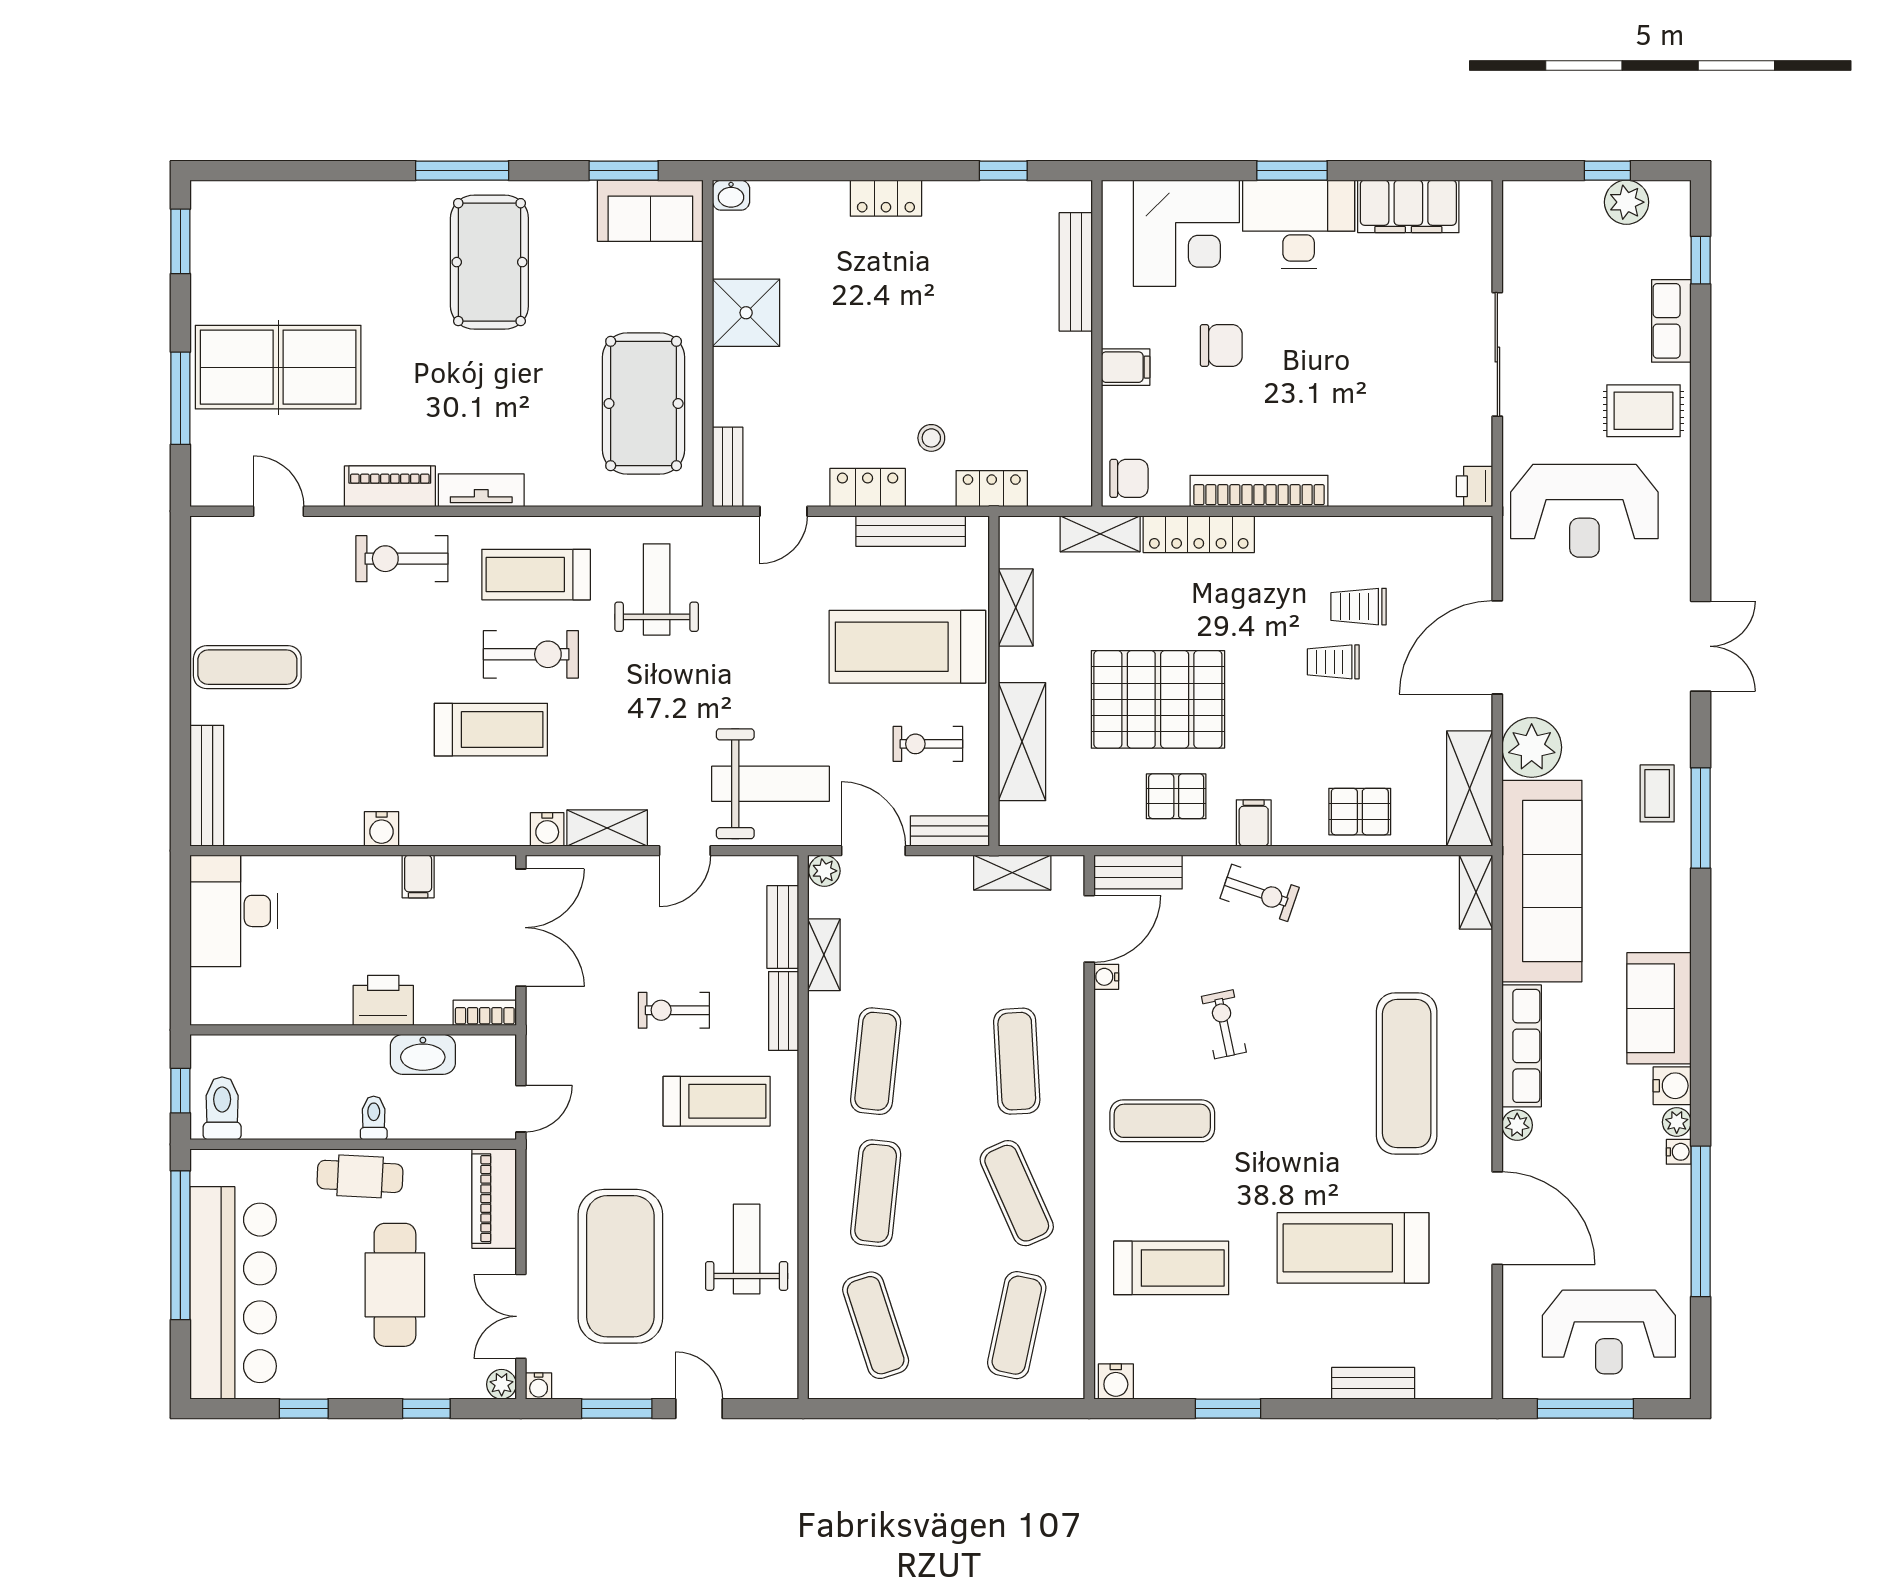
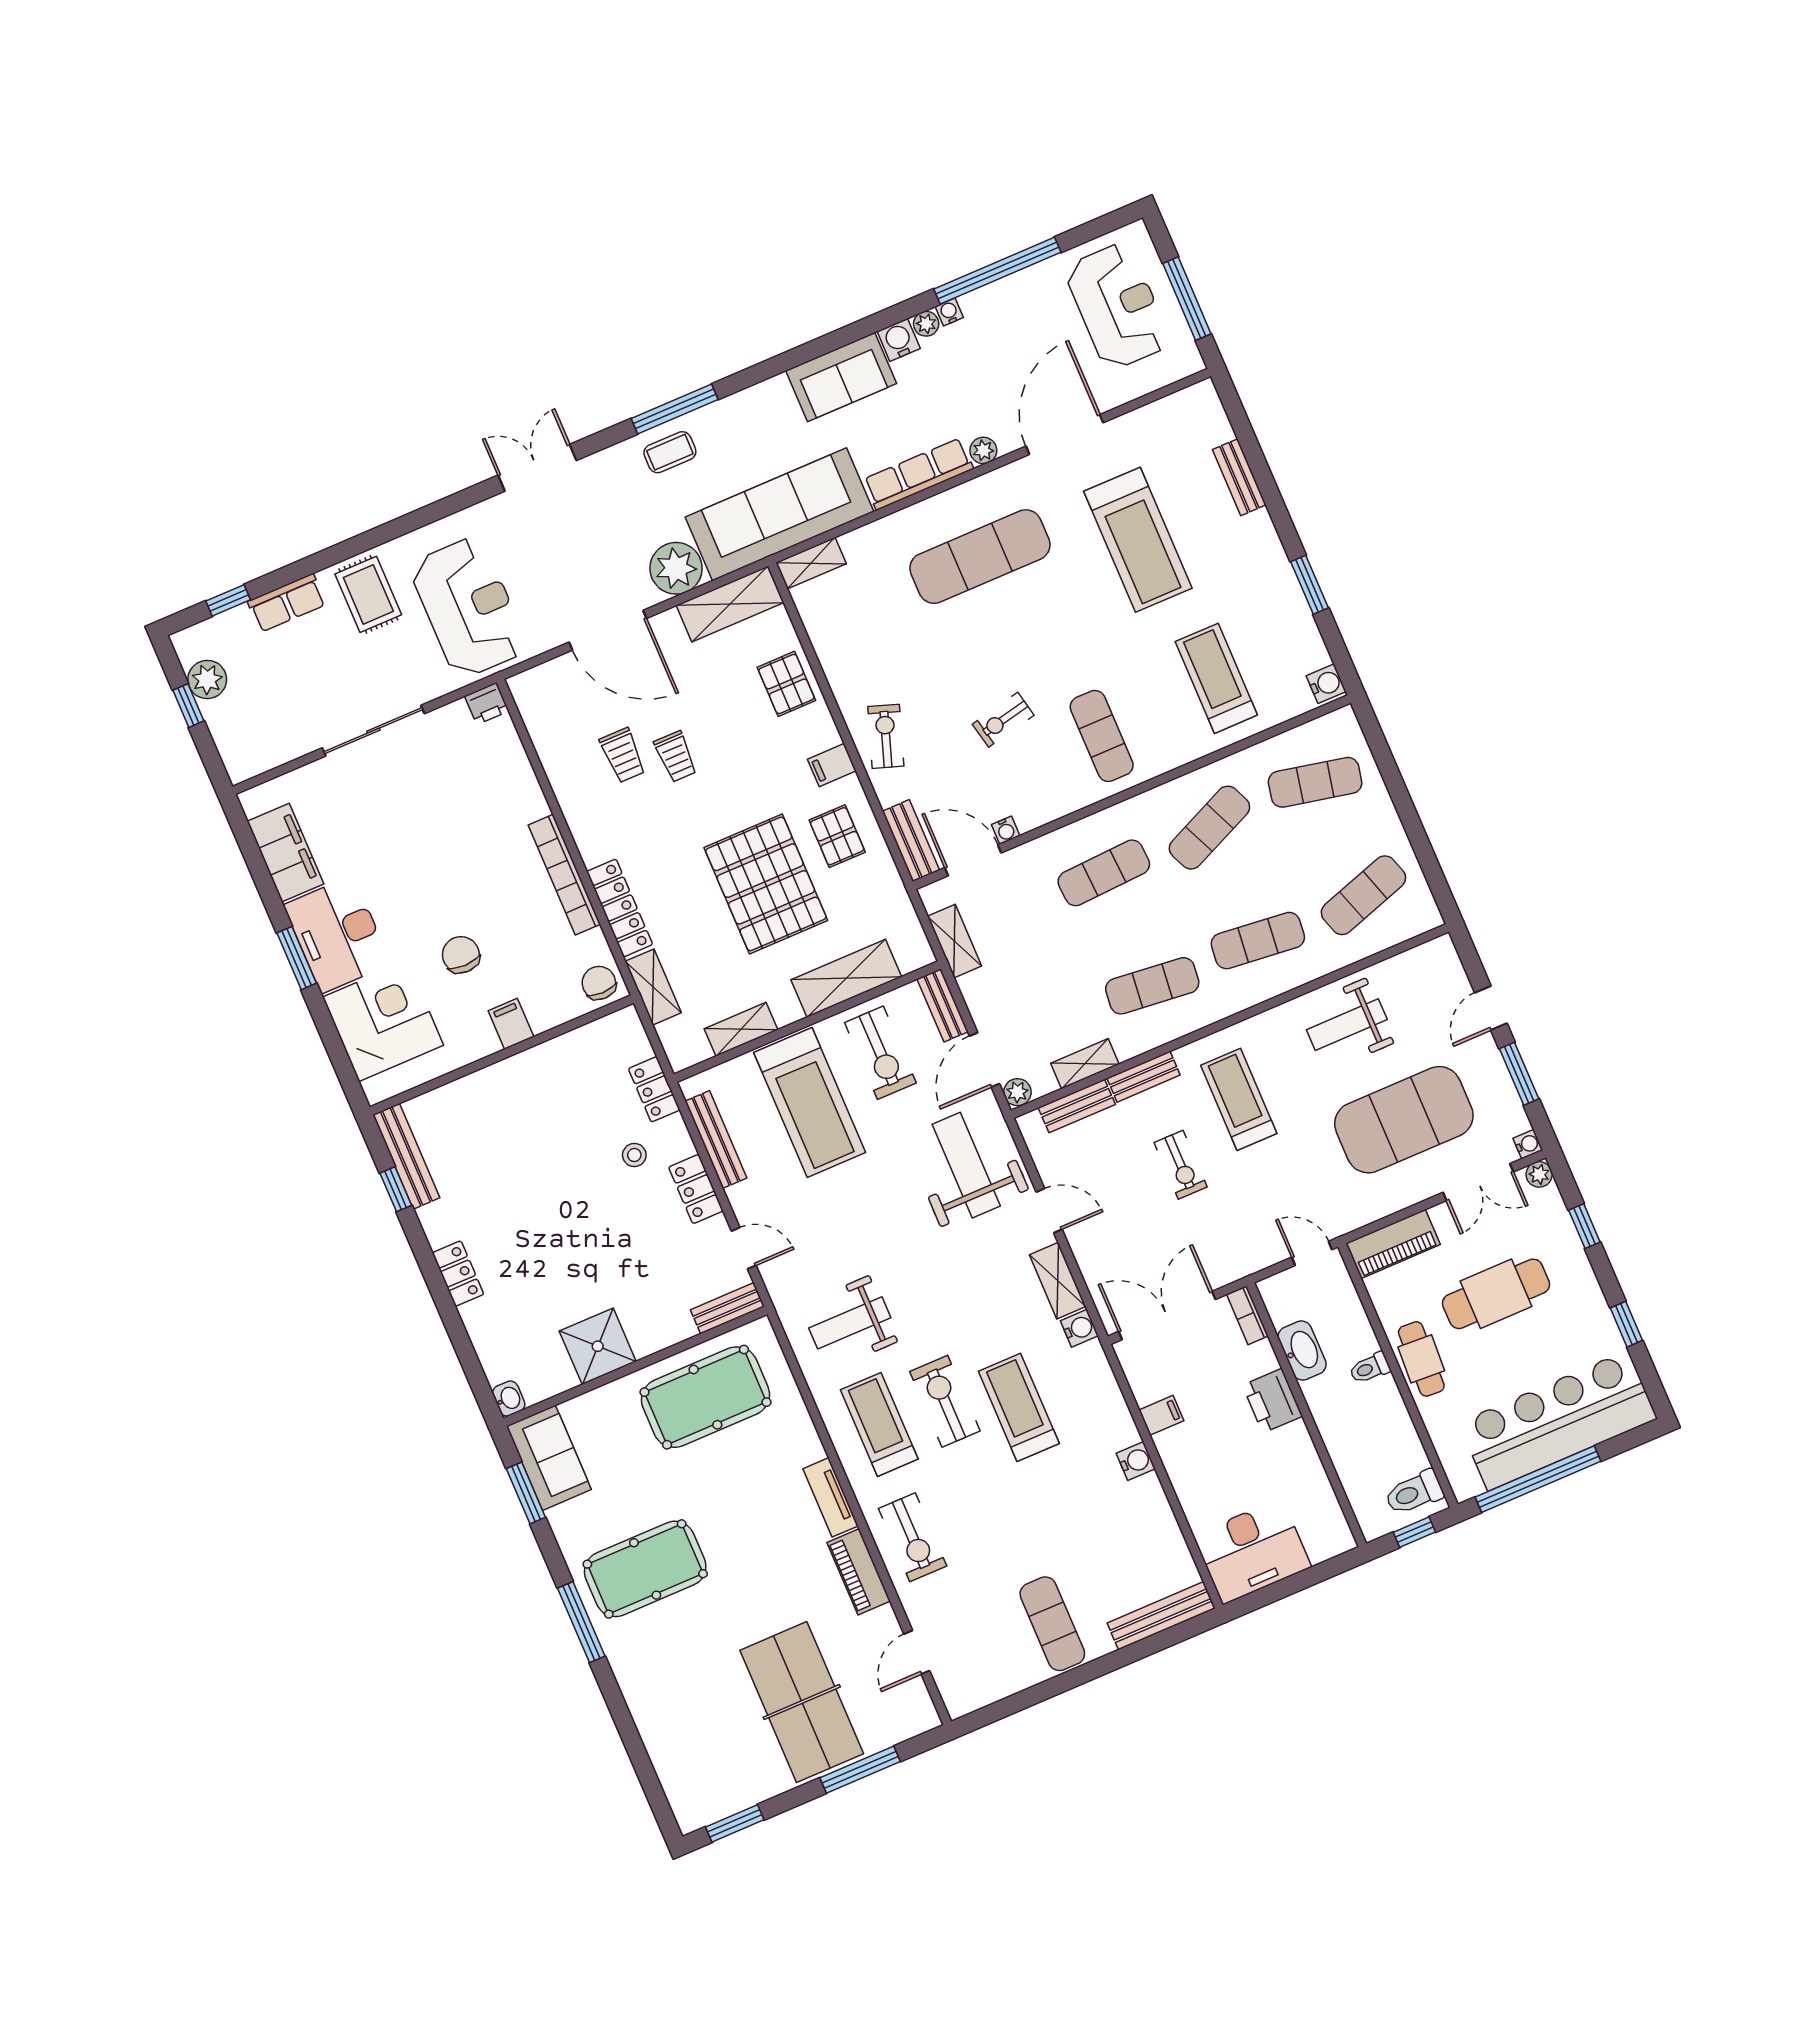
bench: (1076, 272) -> (406, 1156), moved, turned 90
treadmill: (536, 575) -> (879, 1424), turned 180
exercise bike: (928, 744) -> (880, 1053), width x1.38, depth x1.39

